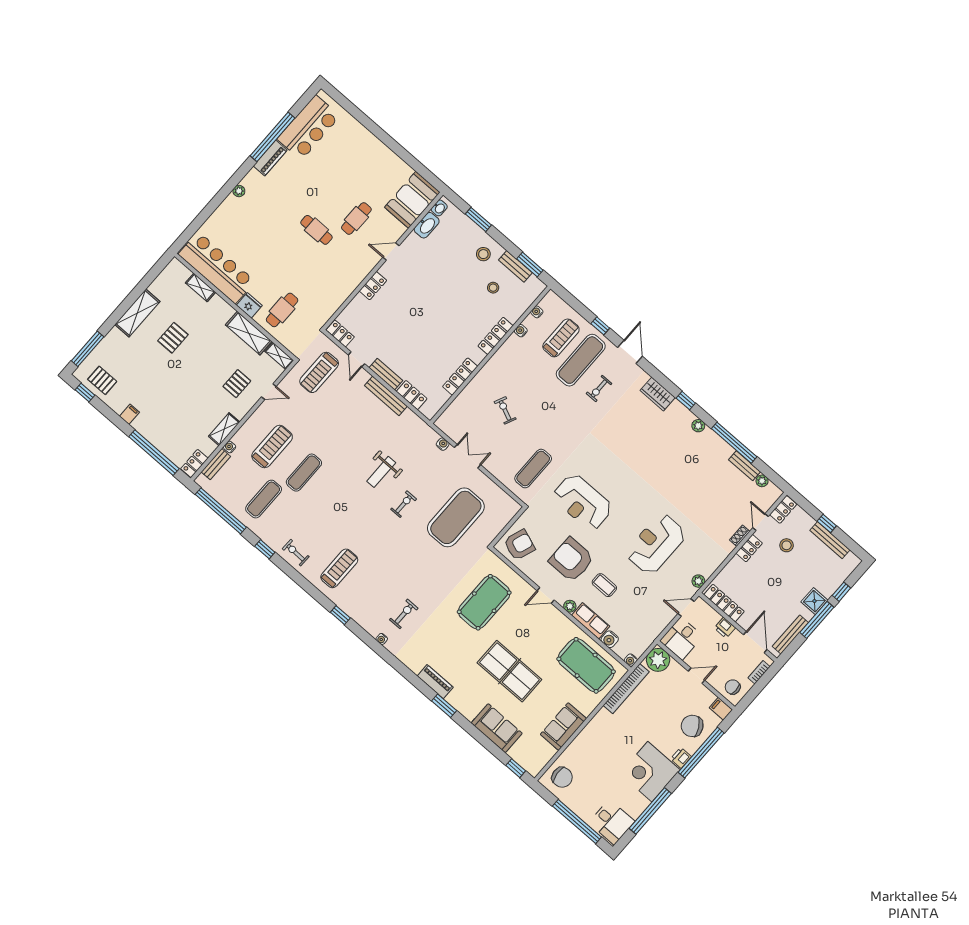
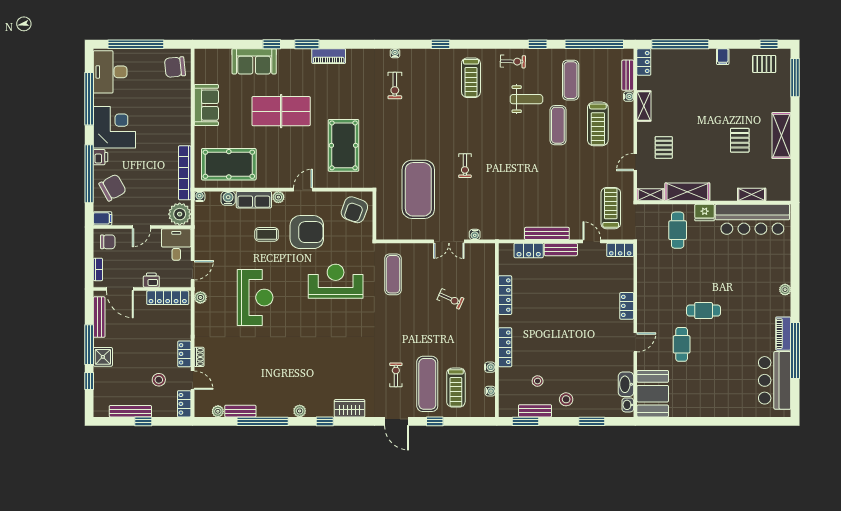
weight bench: (381, 472) -> (526, 99), moved, turned 90
window: (516, 768) -> (272, 44), moved
desk: (612, 822) -> (110, 72), width x1.37

